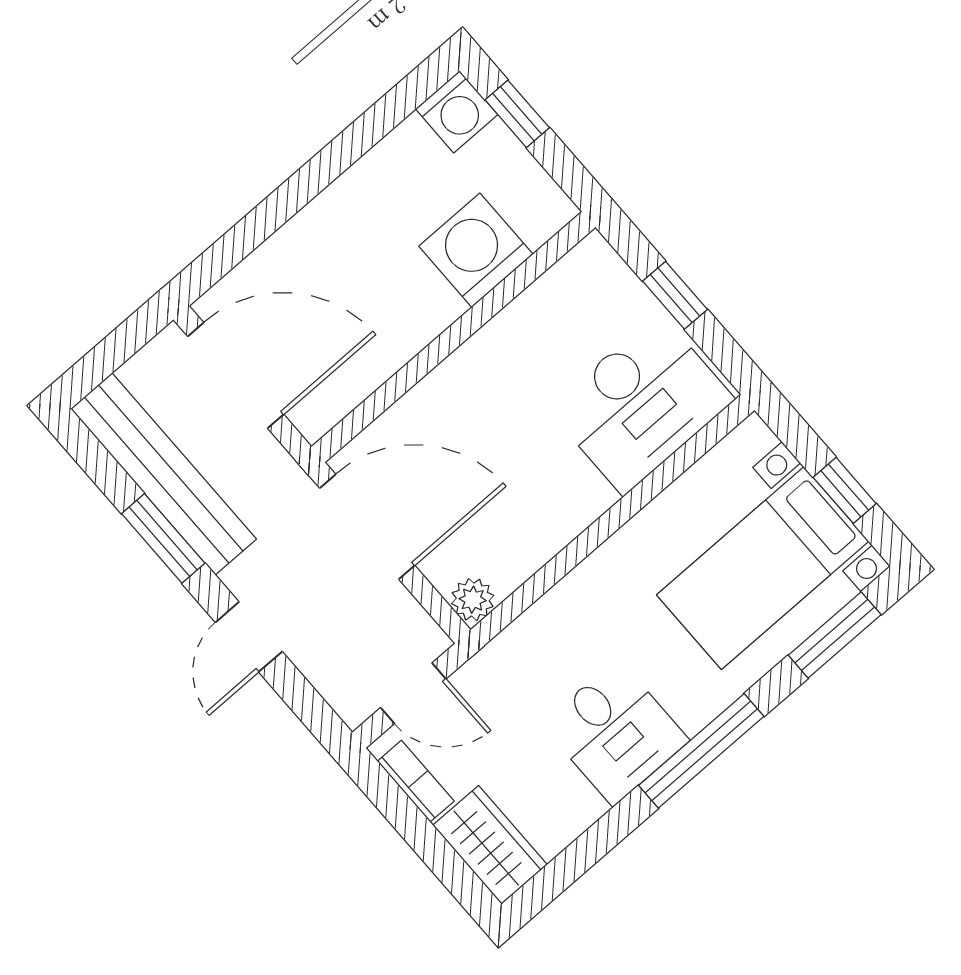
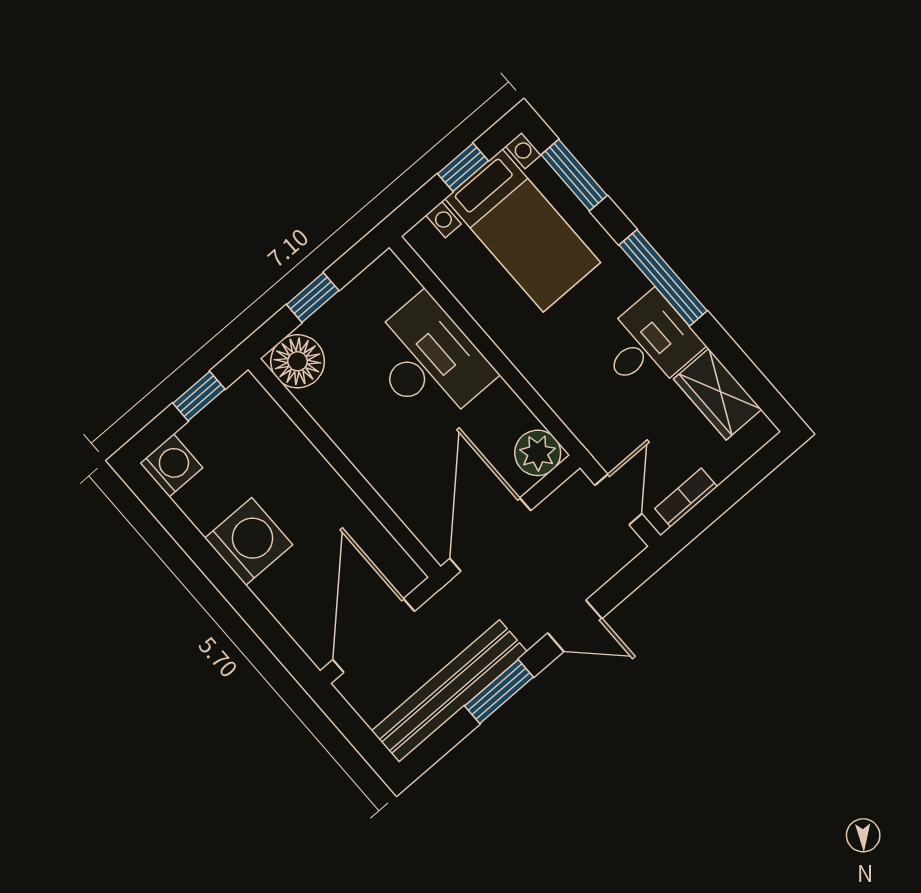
window: (517, 114) -> (199, 396), moved
washing machine: (476, 250) -> (249, 541), moved, turned 180
floor lamp: (592, 276) -> (298, 361), added
desk: (641, 404) -> (428, 361), moved
plant: (473, 600) -> (538, 453), width x1.38, depth x1.38
wardrobe: (490, 845) -> (718, 394), moved, turned -90

